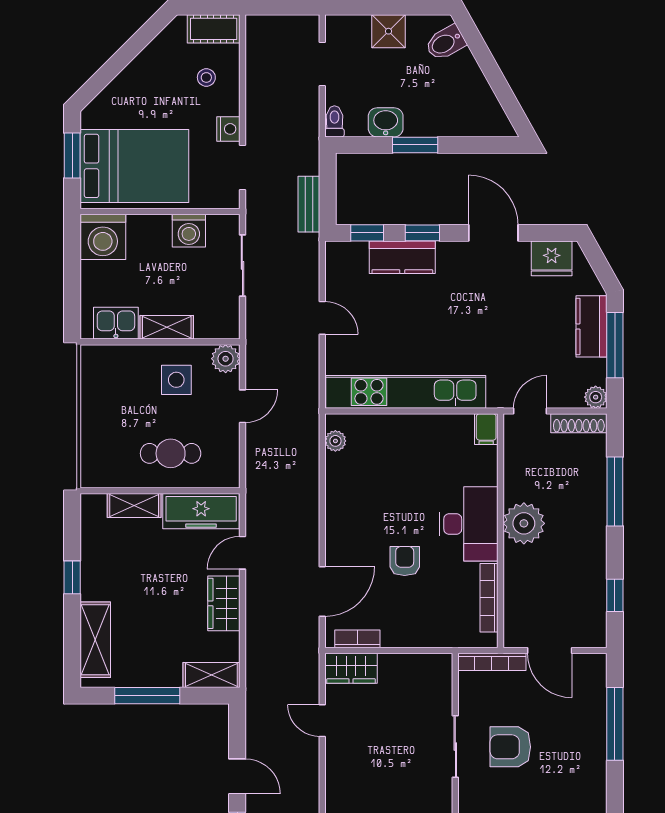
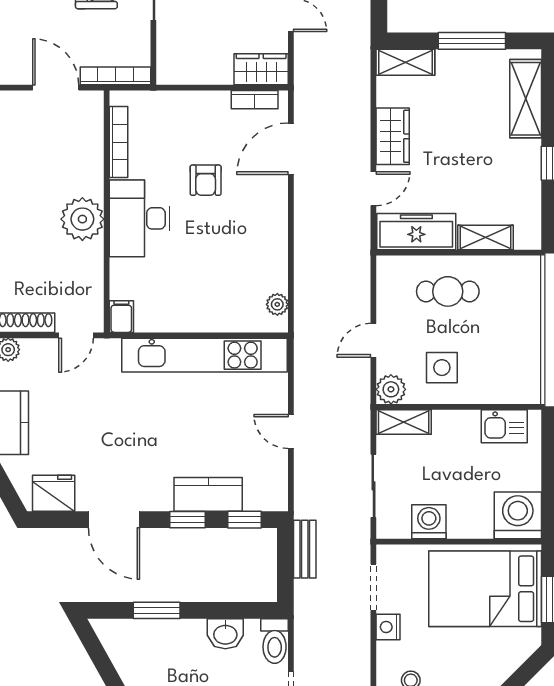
toilet: (334, 121) -> (275, 641), width x1.37, depth x1.39
window: (415, 145) -> (157, 610), moved
shelving: (167, 327) -> (404, 422), moved

